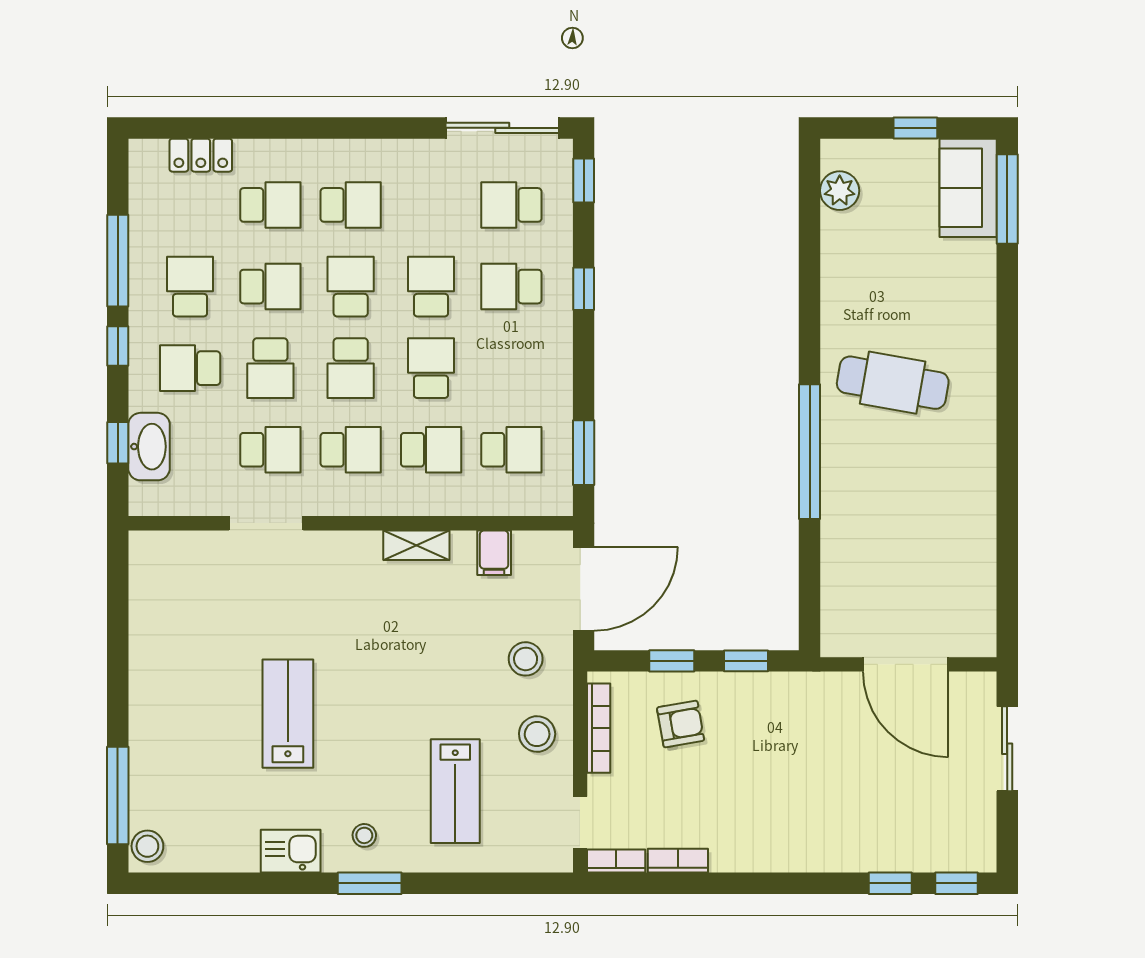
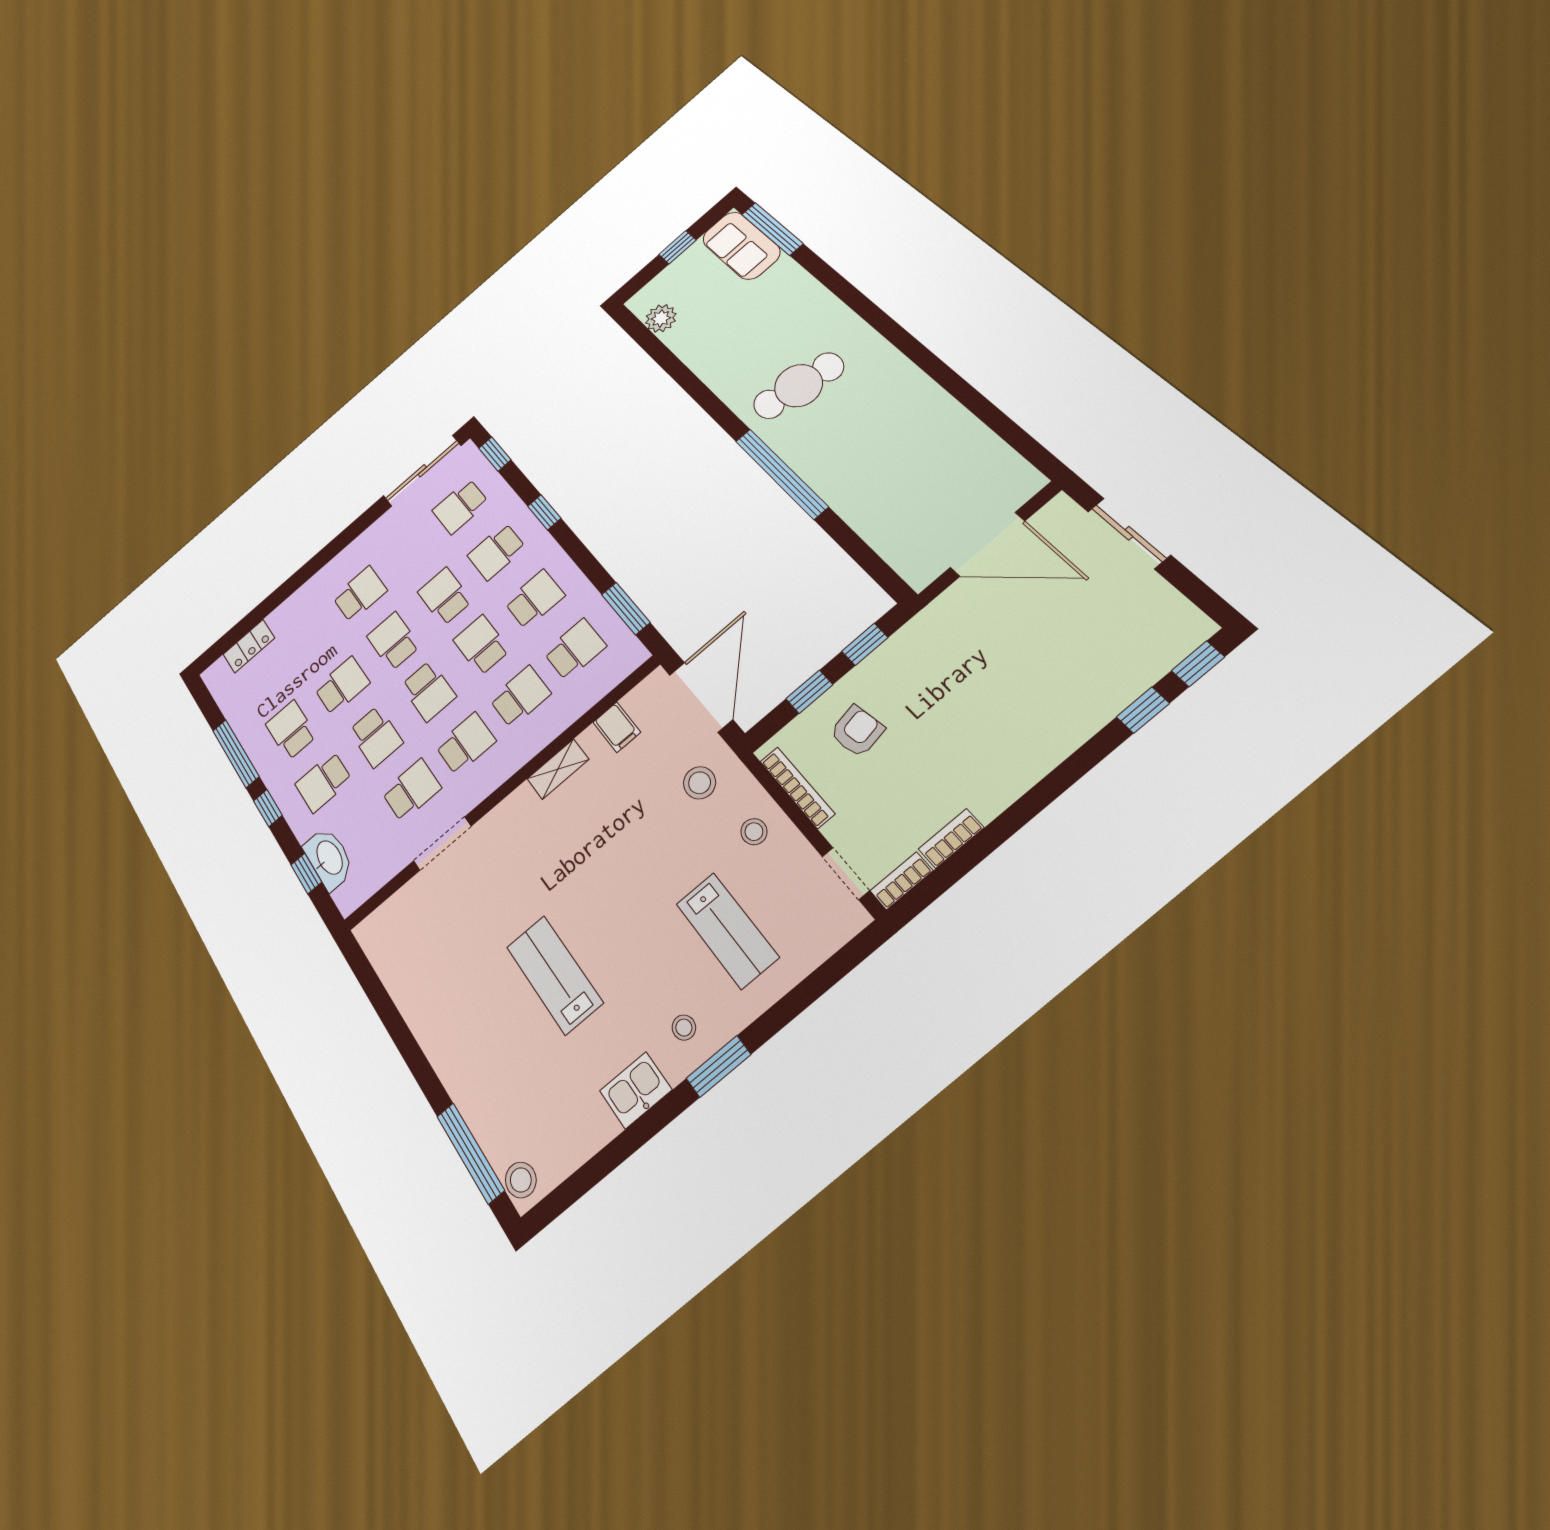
school desk: (270, 205) -> (535, 599), moved
stool: (537, 734) -> (754, 832), width x0.73, depth x0.73

